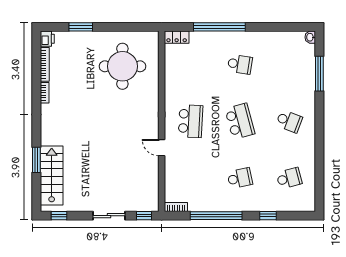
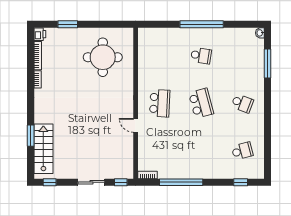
window: (219, 27) -> (202, 24), moved
locker: (177, 37) -> (148, 33), removed
school desk: (240, 178) -> (201, 151), removed
window: (268, 216) -> (241, 182), moved

